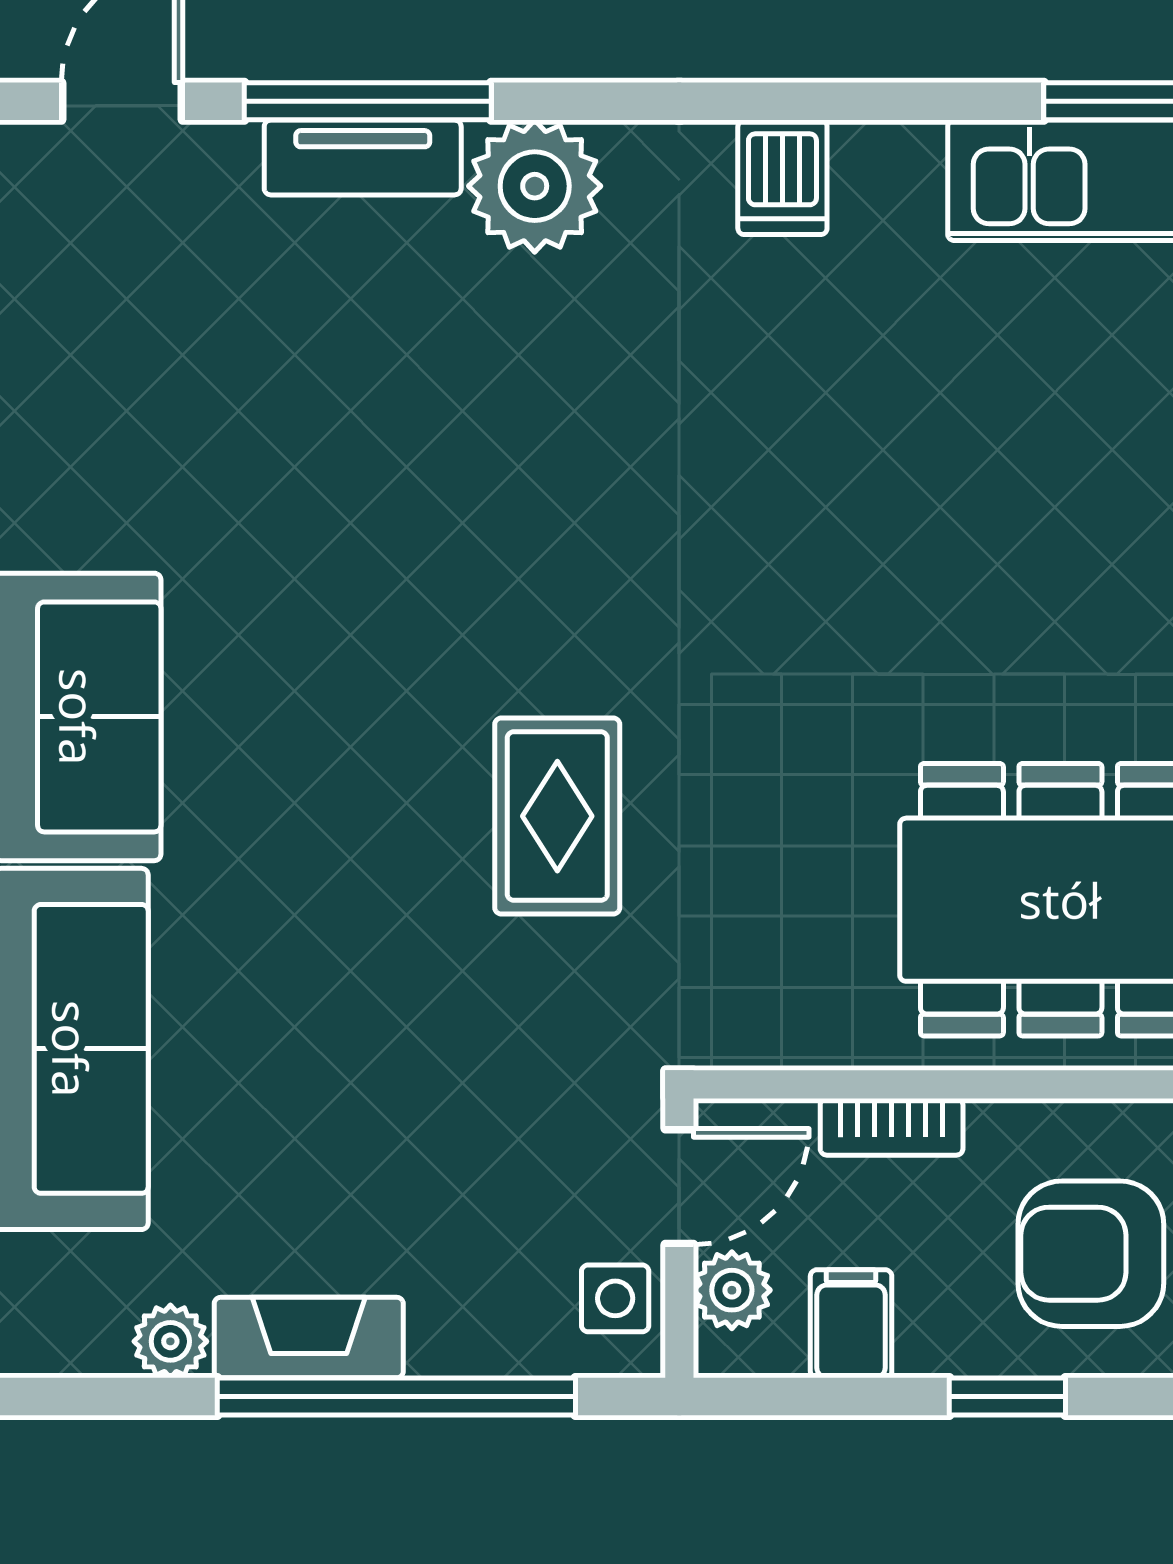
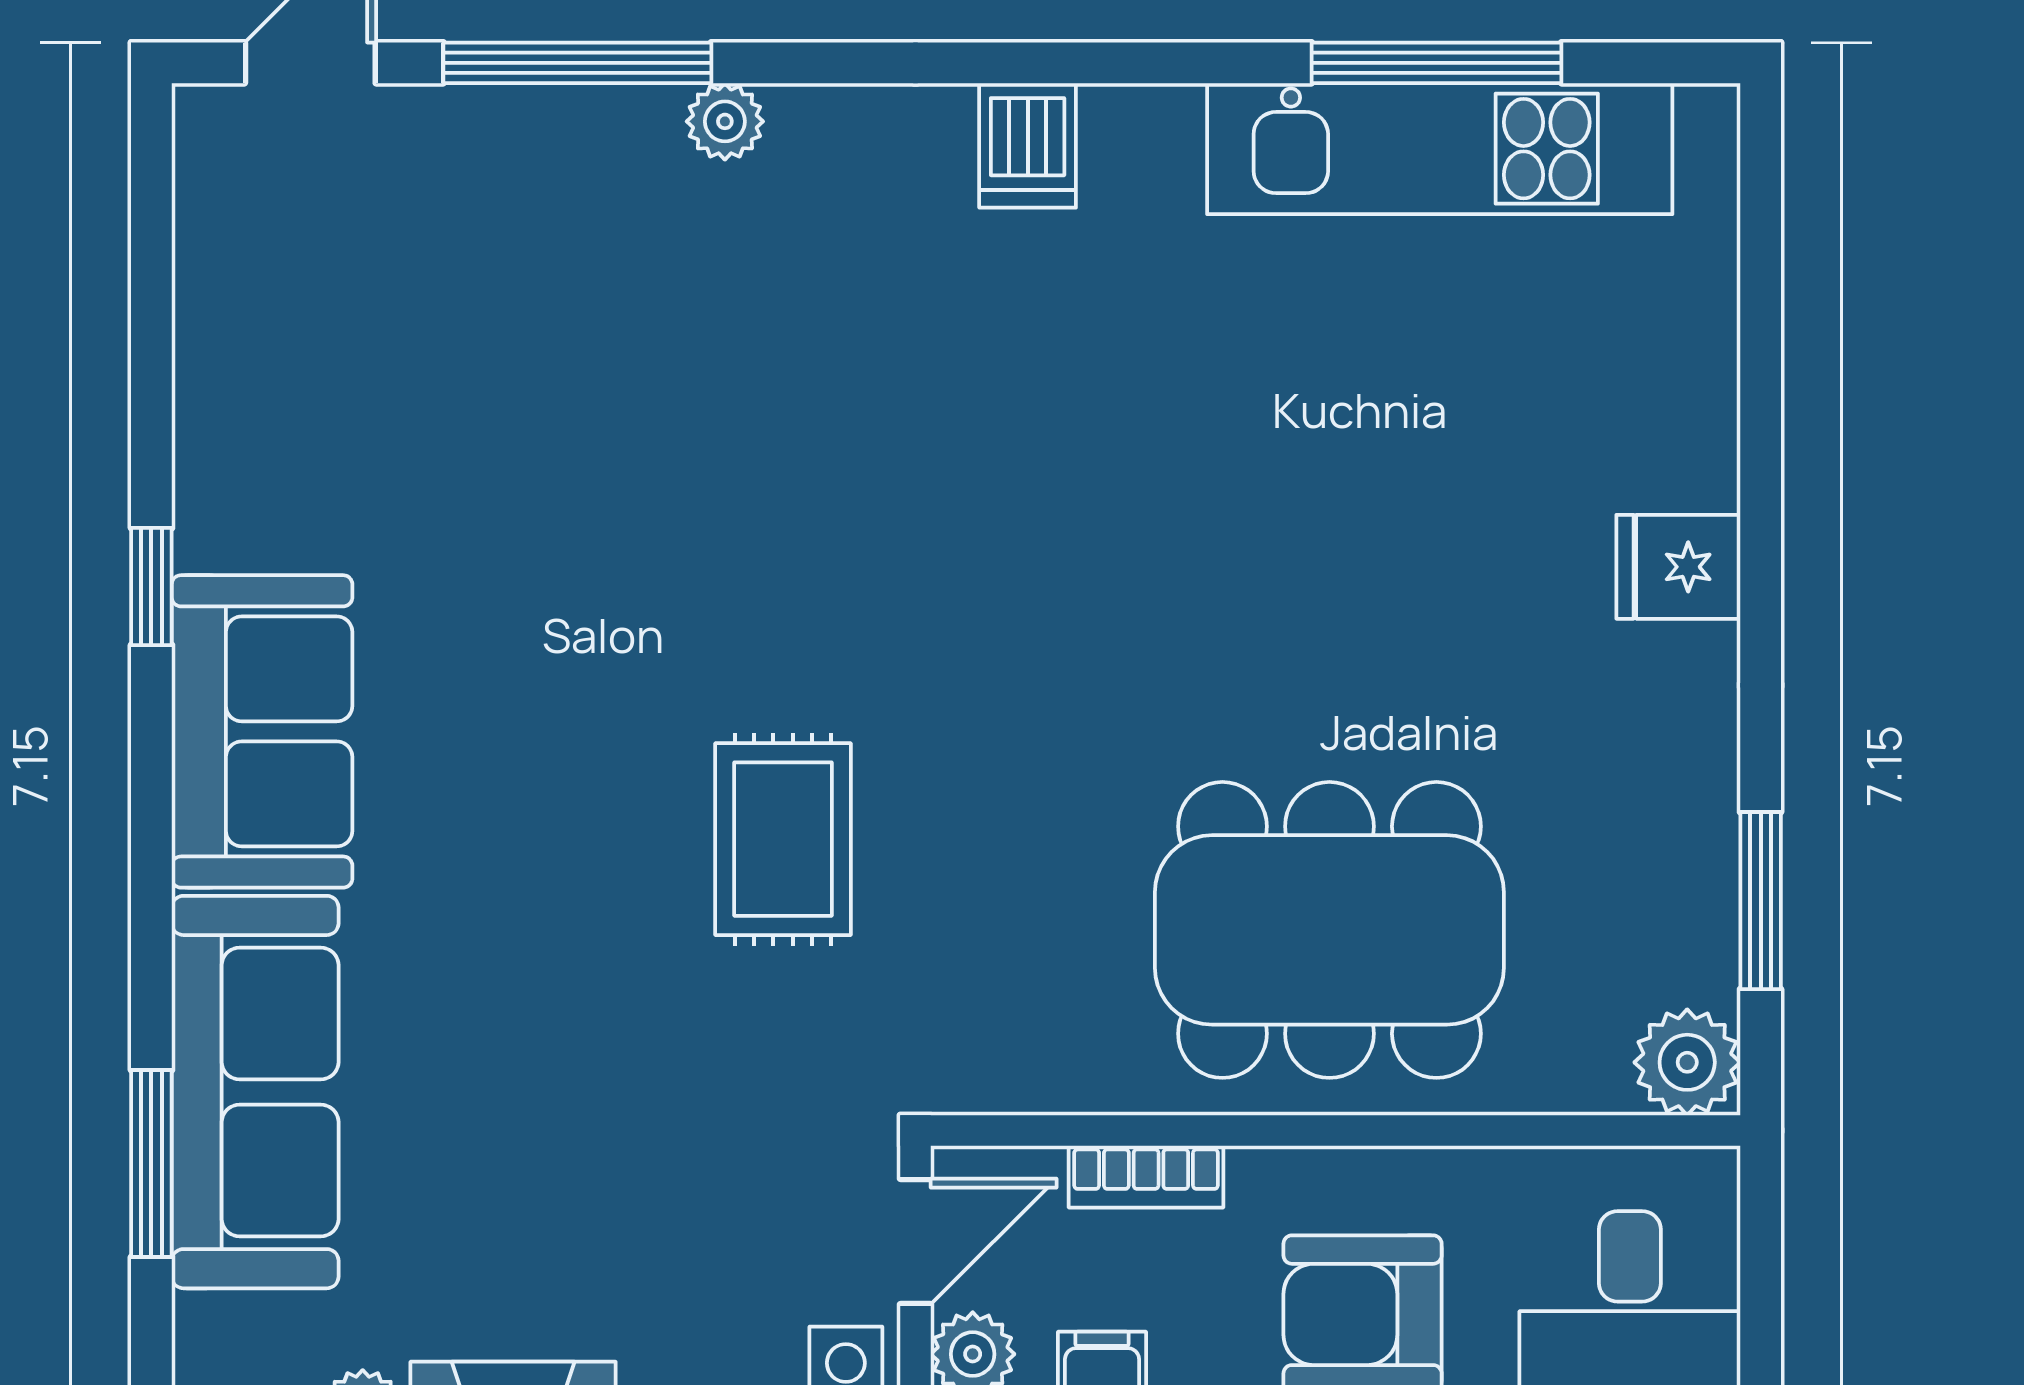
tv unit: (363, 158) -> (572, 124), removed
plant: (535, 186) -> (725, 121), width x0.53, depth x0.53

